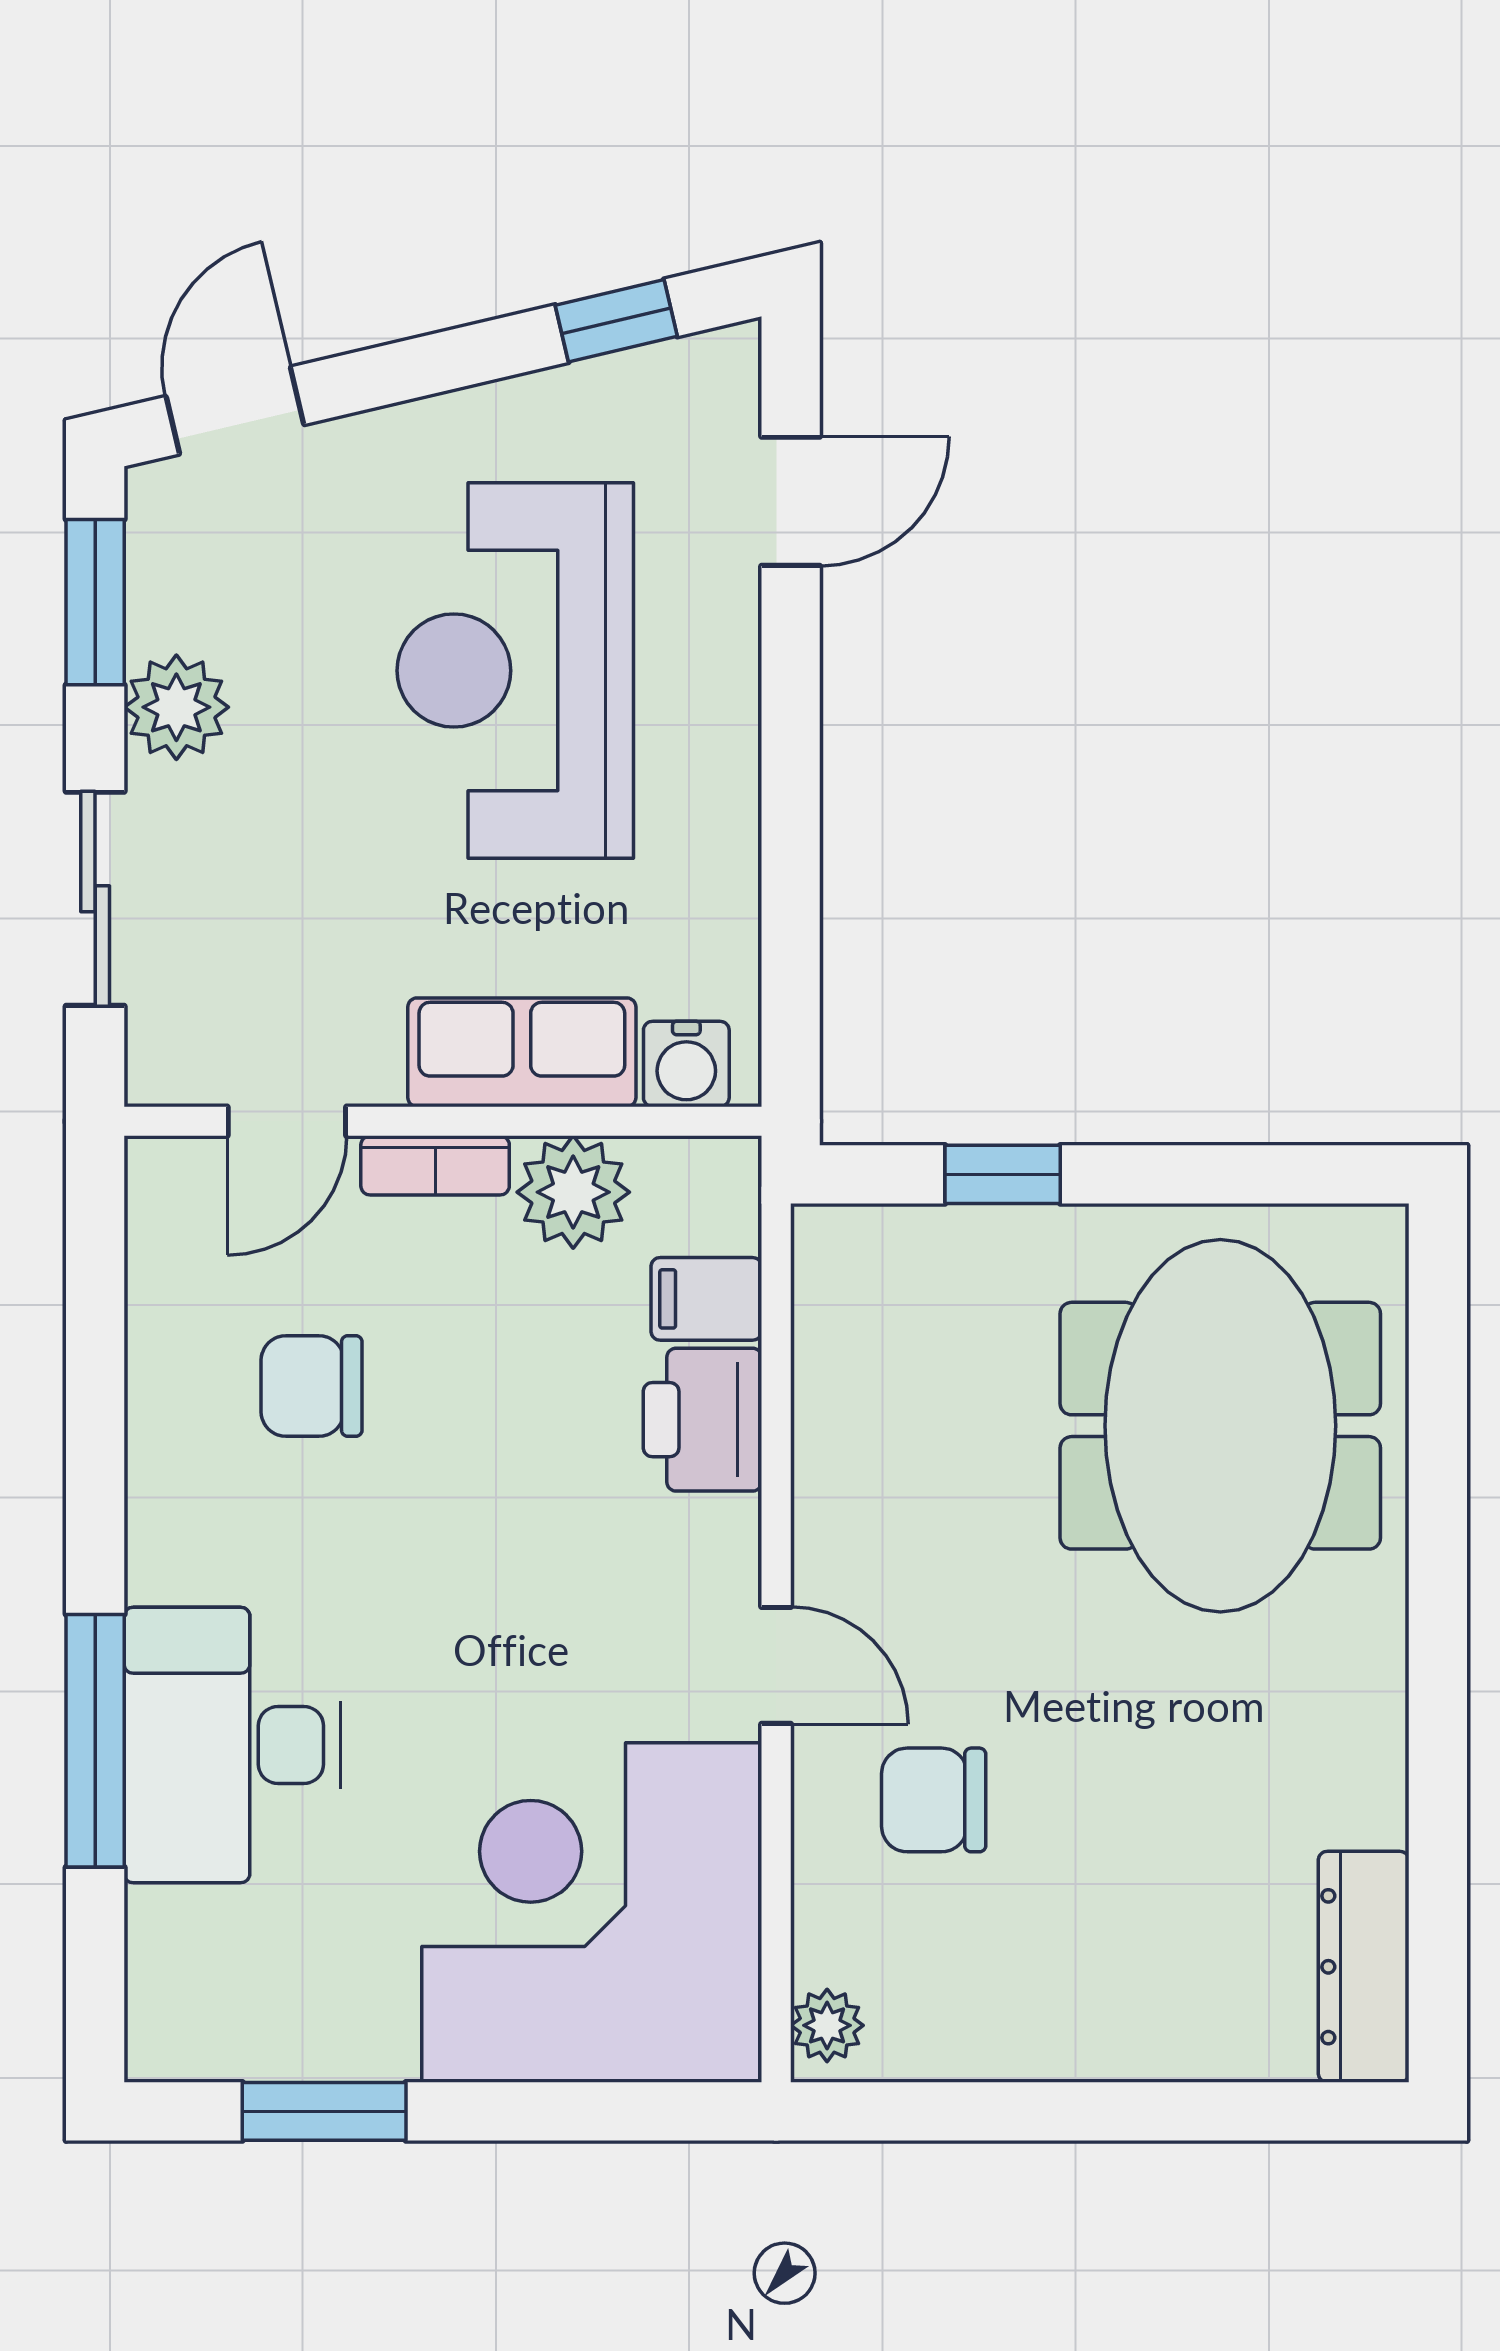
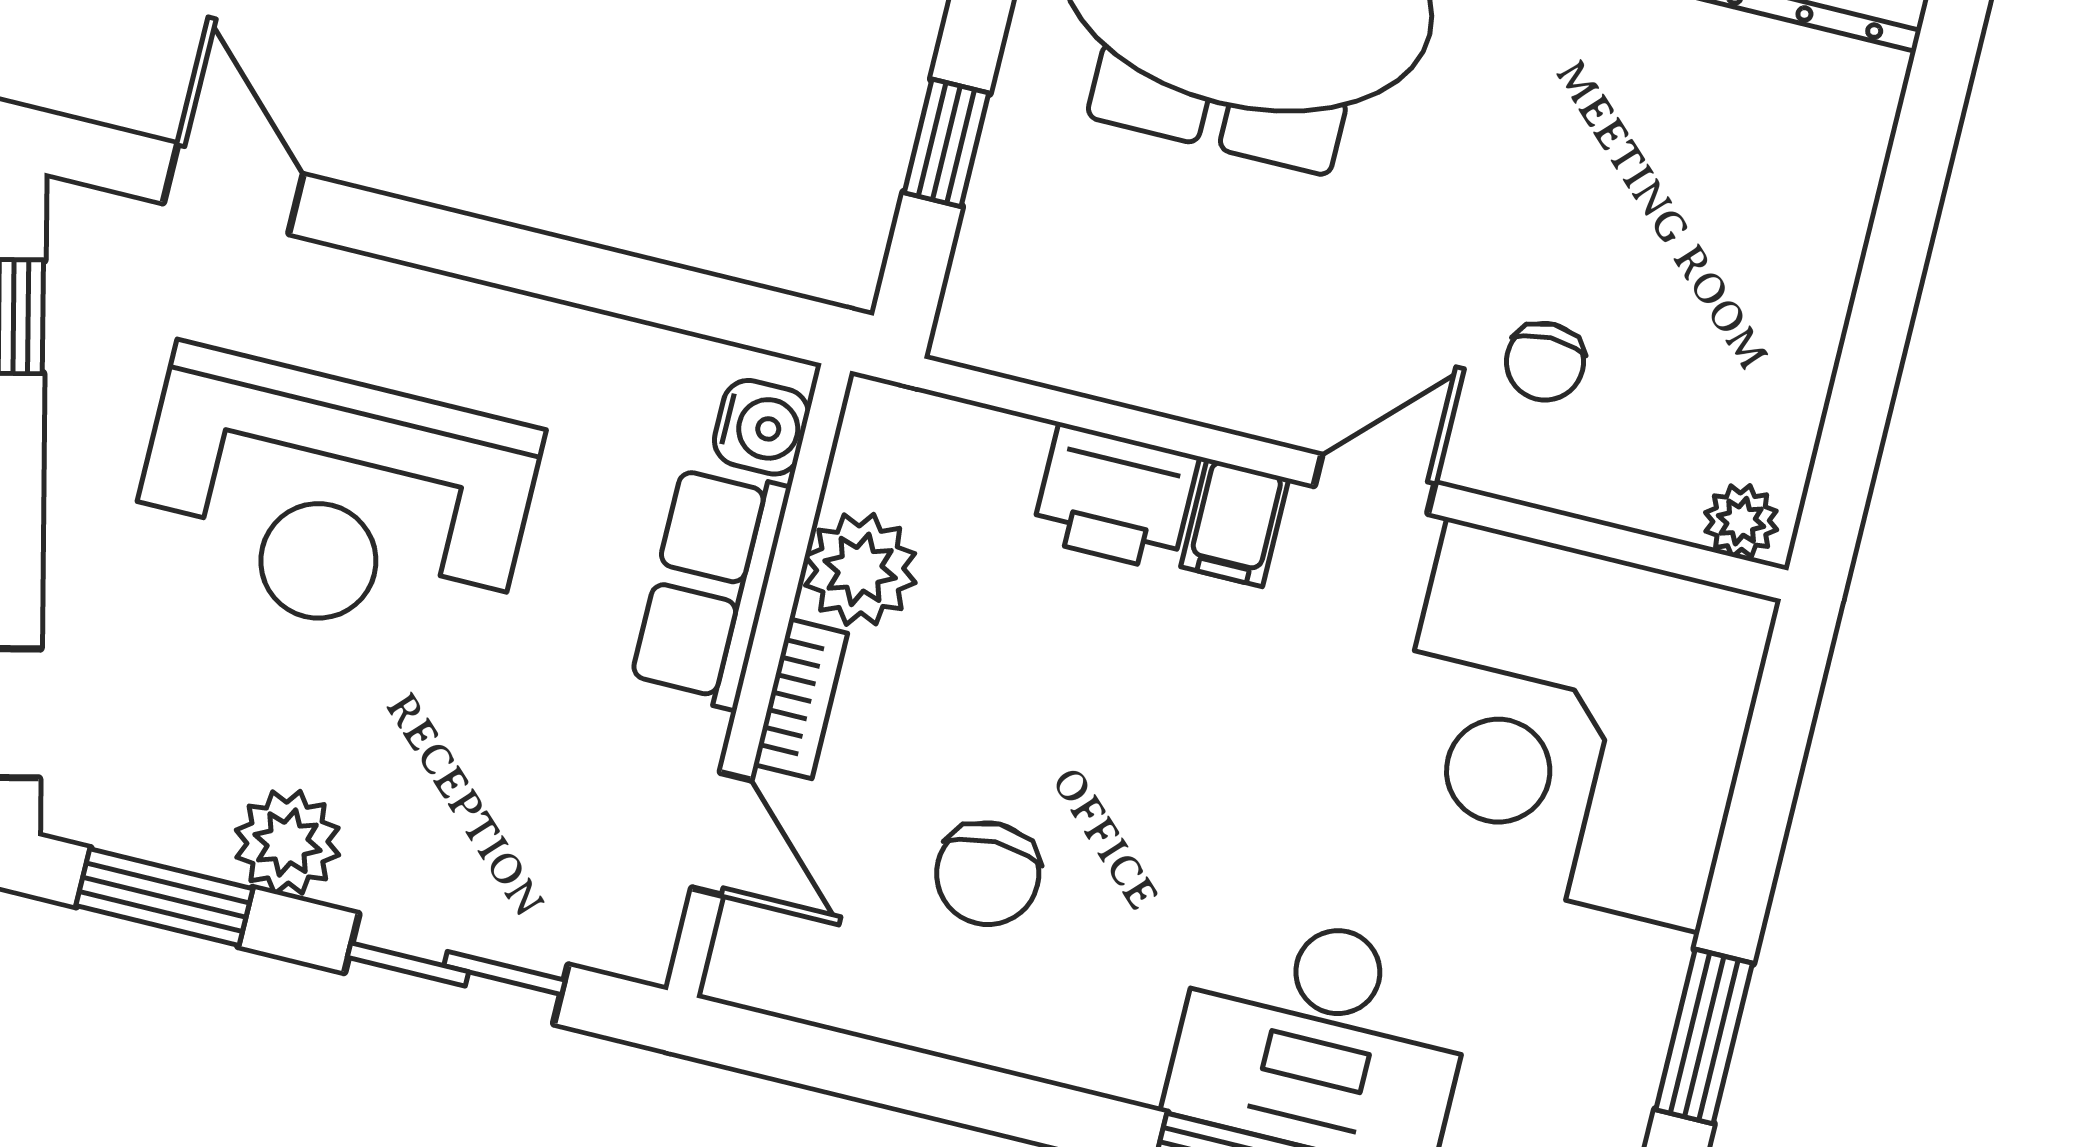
filing cabinet: (706, 1299) -> (1235, 523), moved
chair: (934, 1800) -> (1545, 362), width x0.73, depth x0.73

